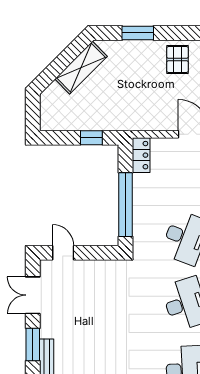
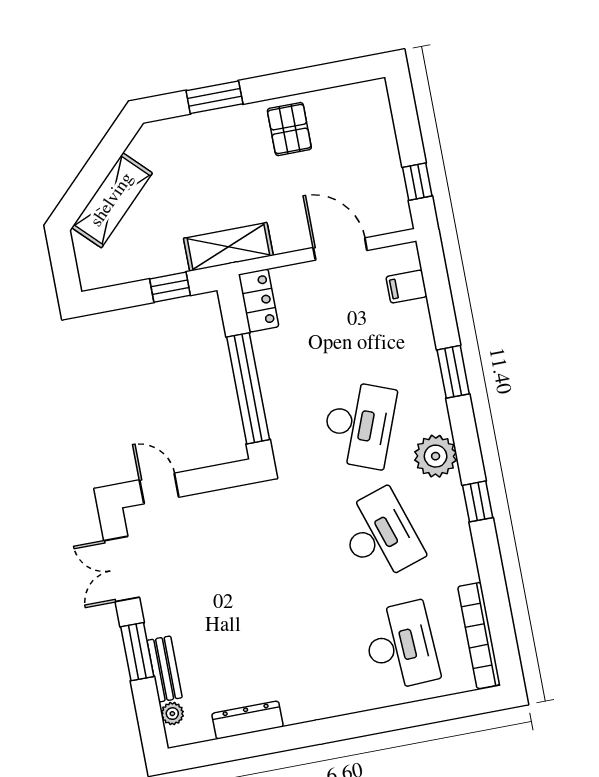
shelving: (81, 68) -> (112, 200), moved
shelving: (129, 121) -> (228, 247), added

